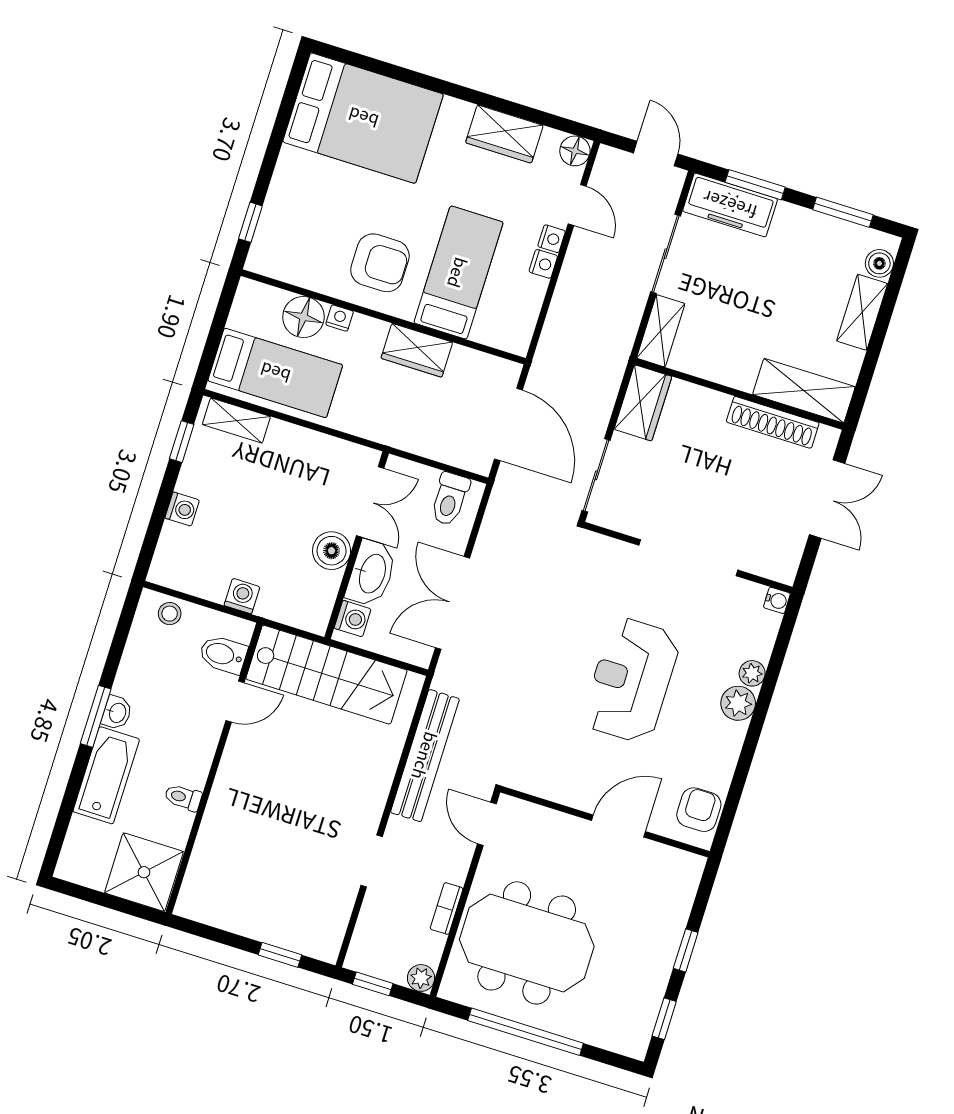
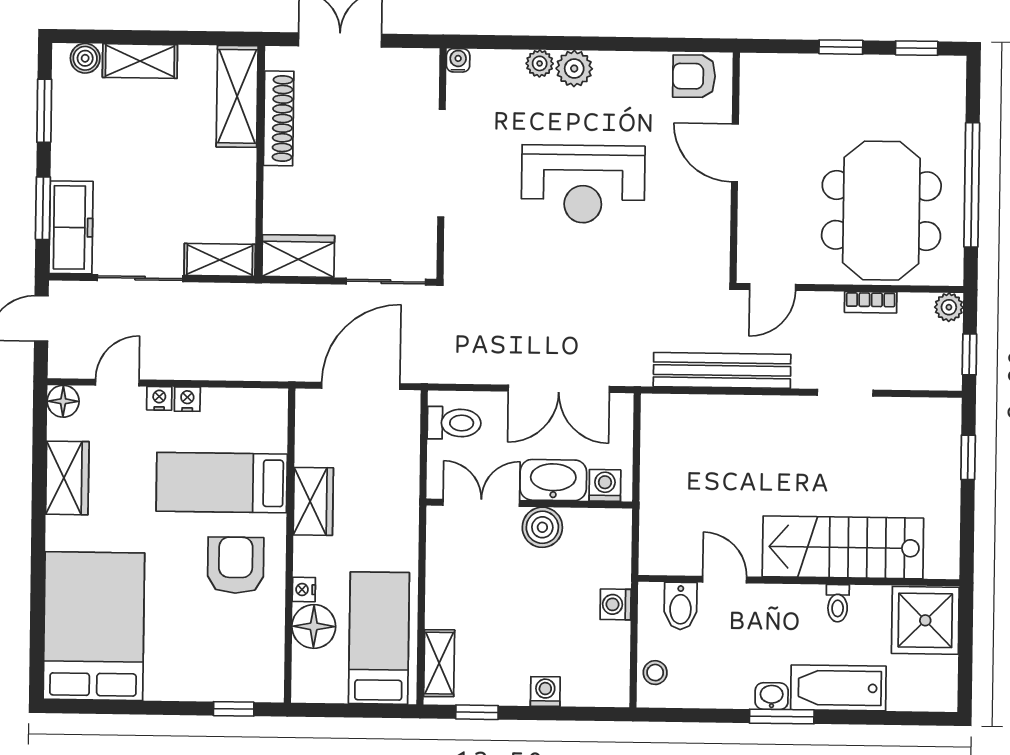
stairs: (326, 675) -> (843, 547), moved, turned -90

